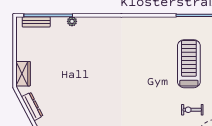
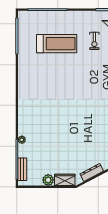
plant: (23, 53) -> (48, 180), added
treadmill: (189, 64) -> (57, 44), turned 180

